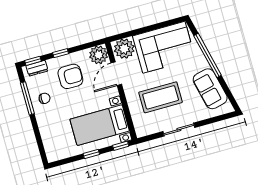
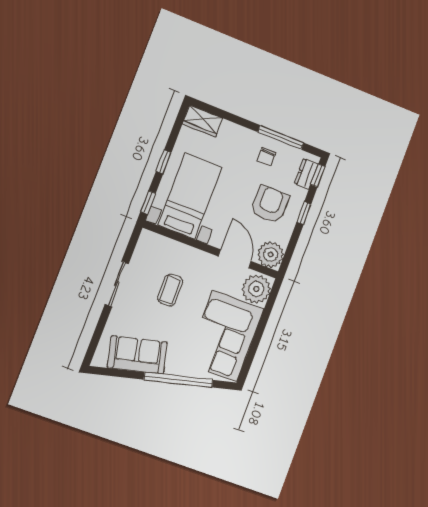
armchair: (70, 76) -> (270, 204), turned 180
coffee table: (161, 97) -> (170, 290), width x0.54, depth x0.58
wardrobe: (52, 149) -> (202, 121), added

